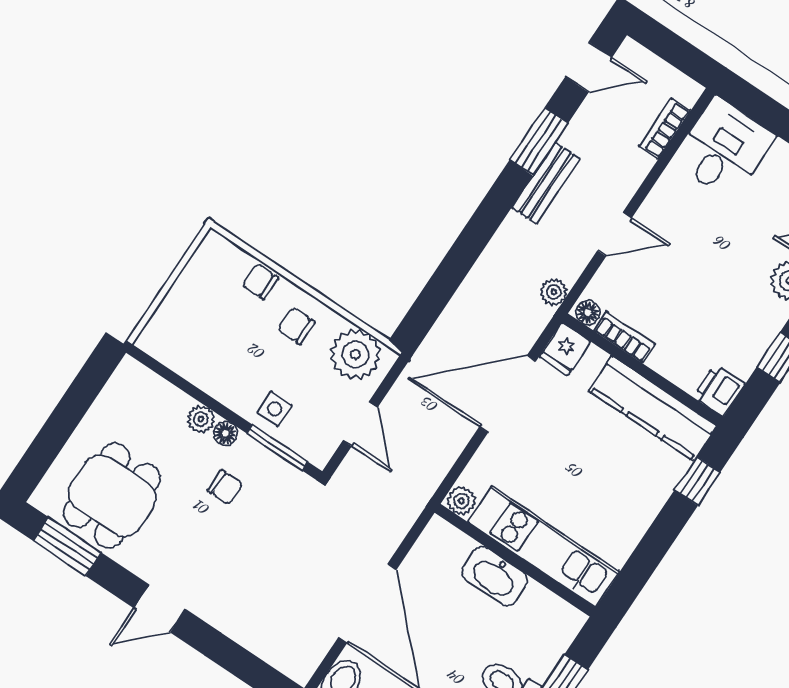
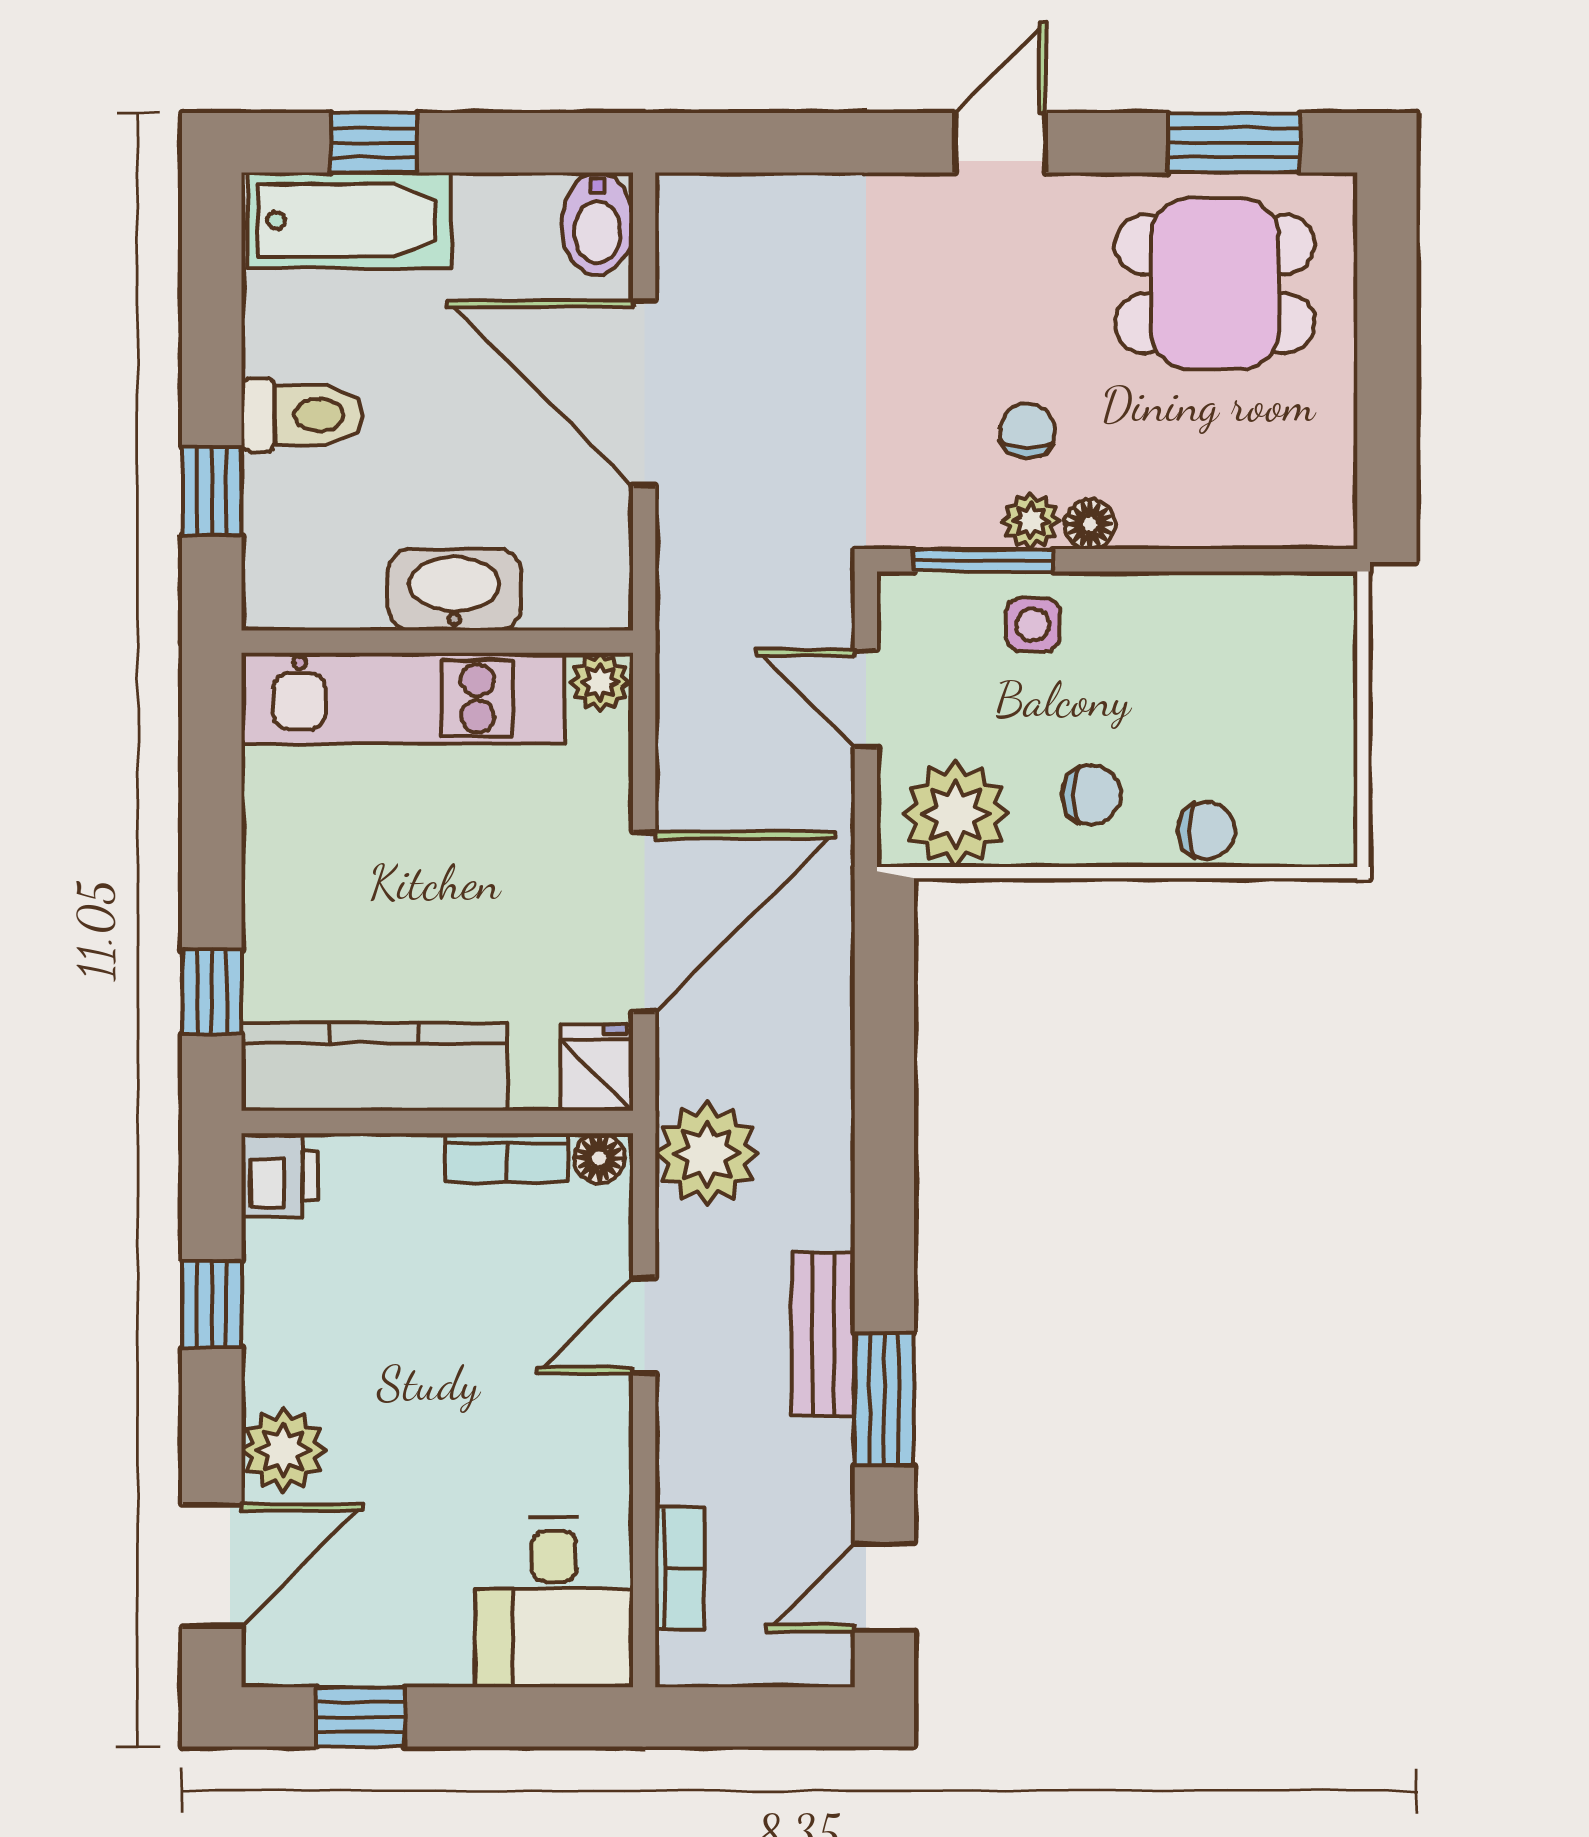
plant: (554, 292) -> (707, 1154), width x1.88, depth x1.88
plant: (201, 419) -> (1031, 521), moved
chair: (225, 487) -> (1028, 431), turned 93
dining table: (112, 496) -> (1215, 284), turned 90

